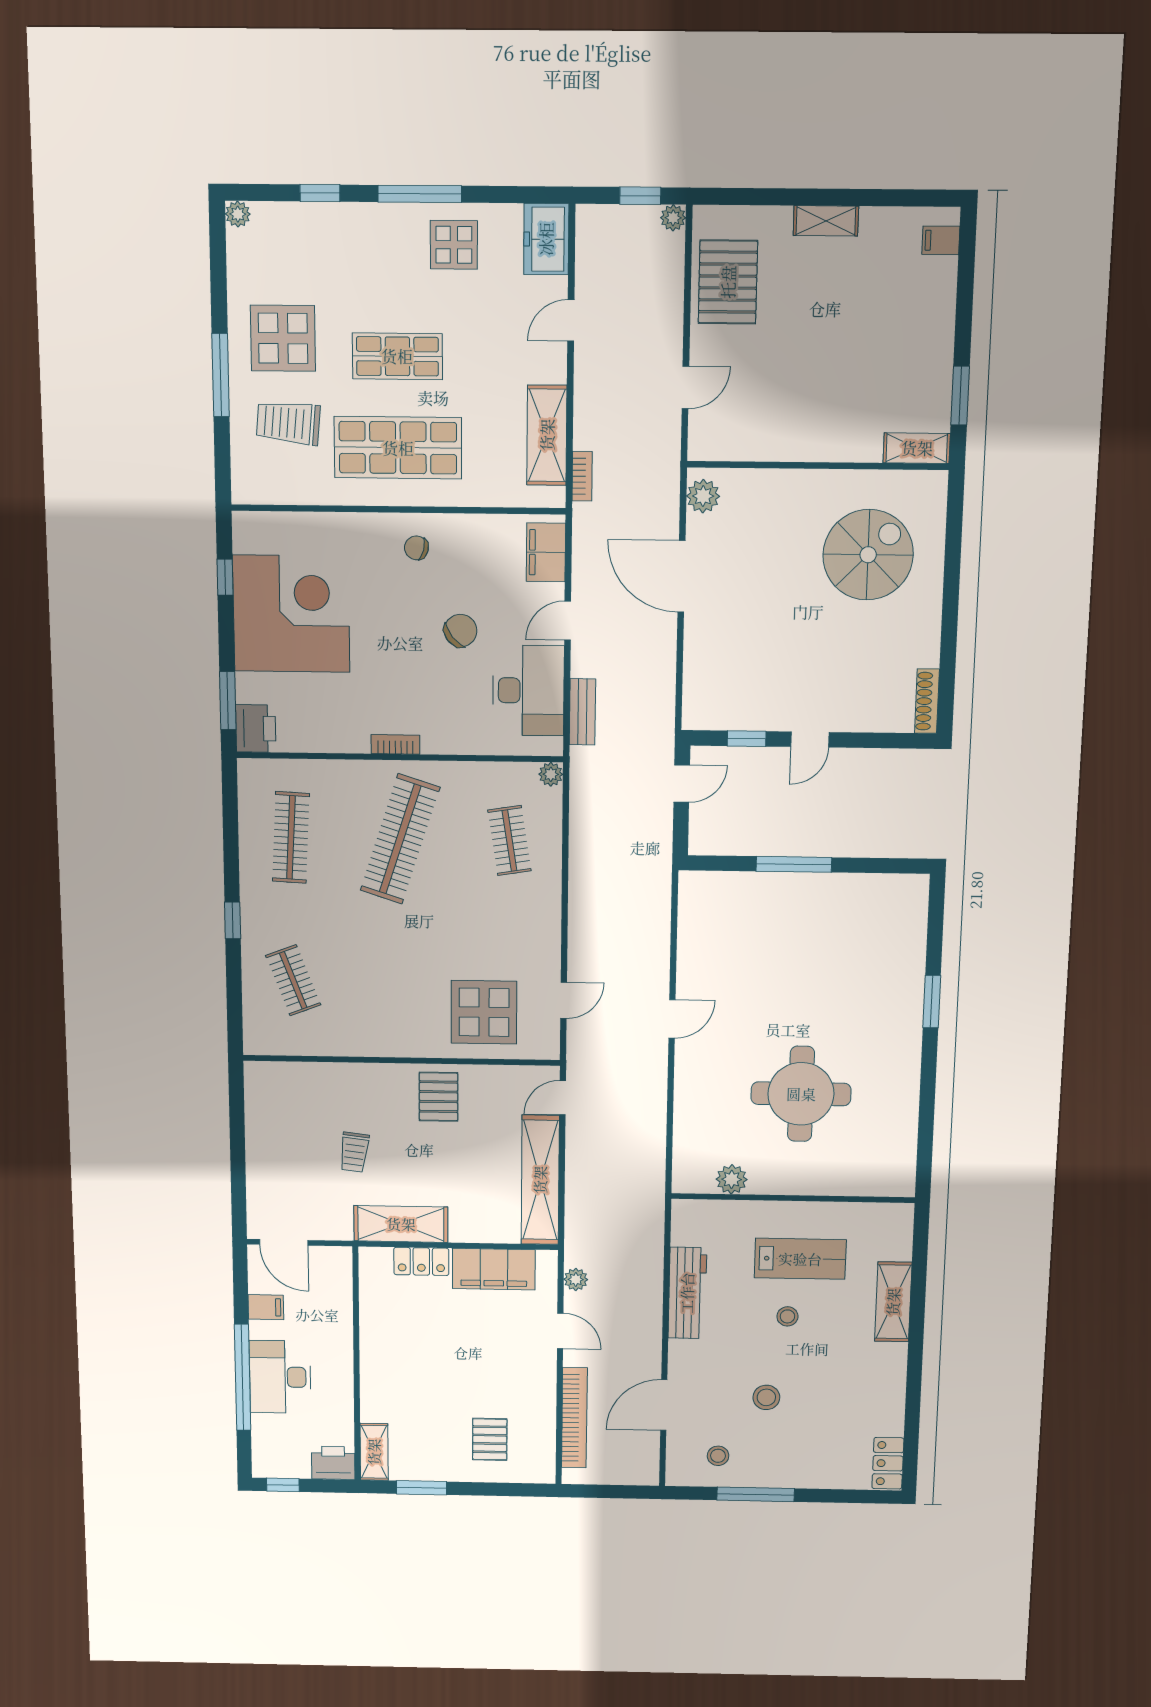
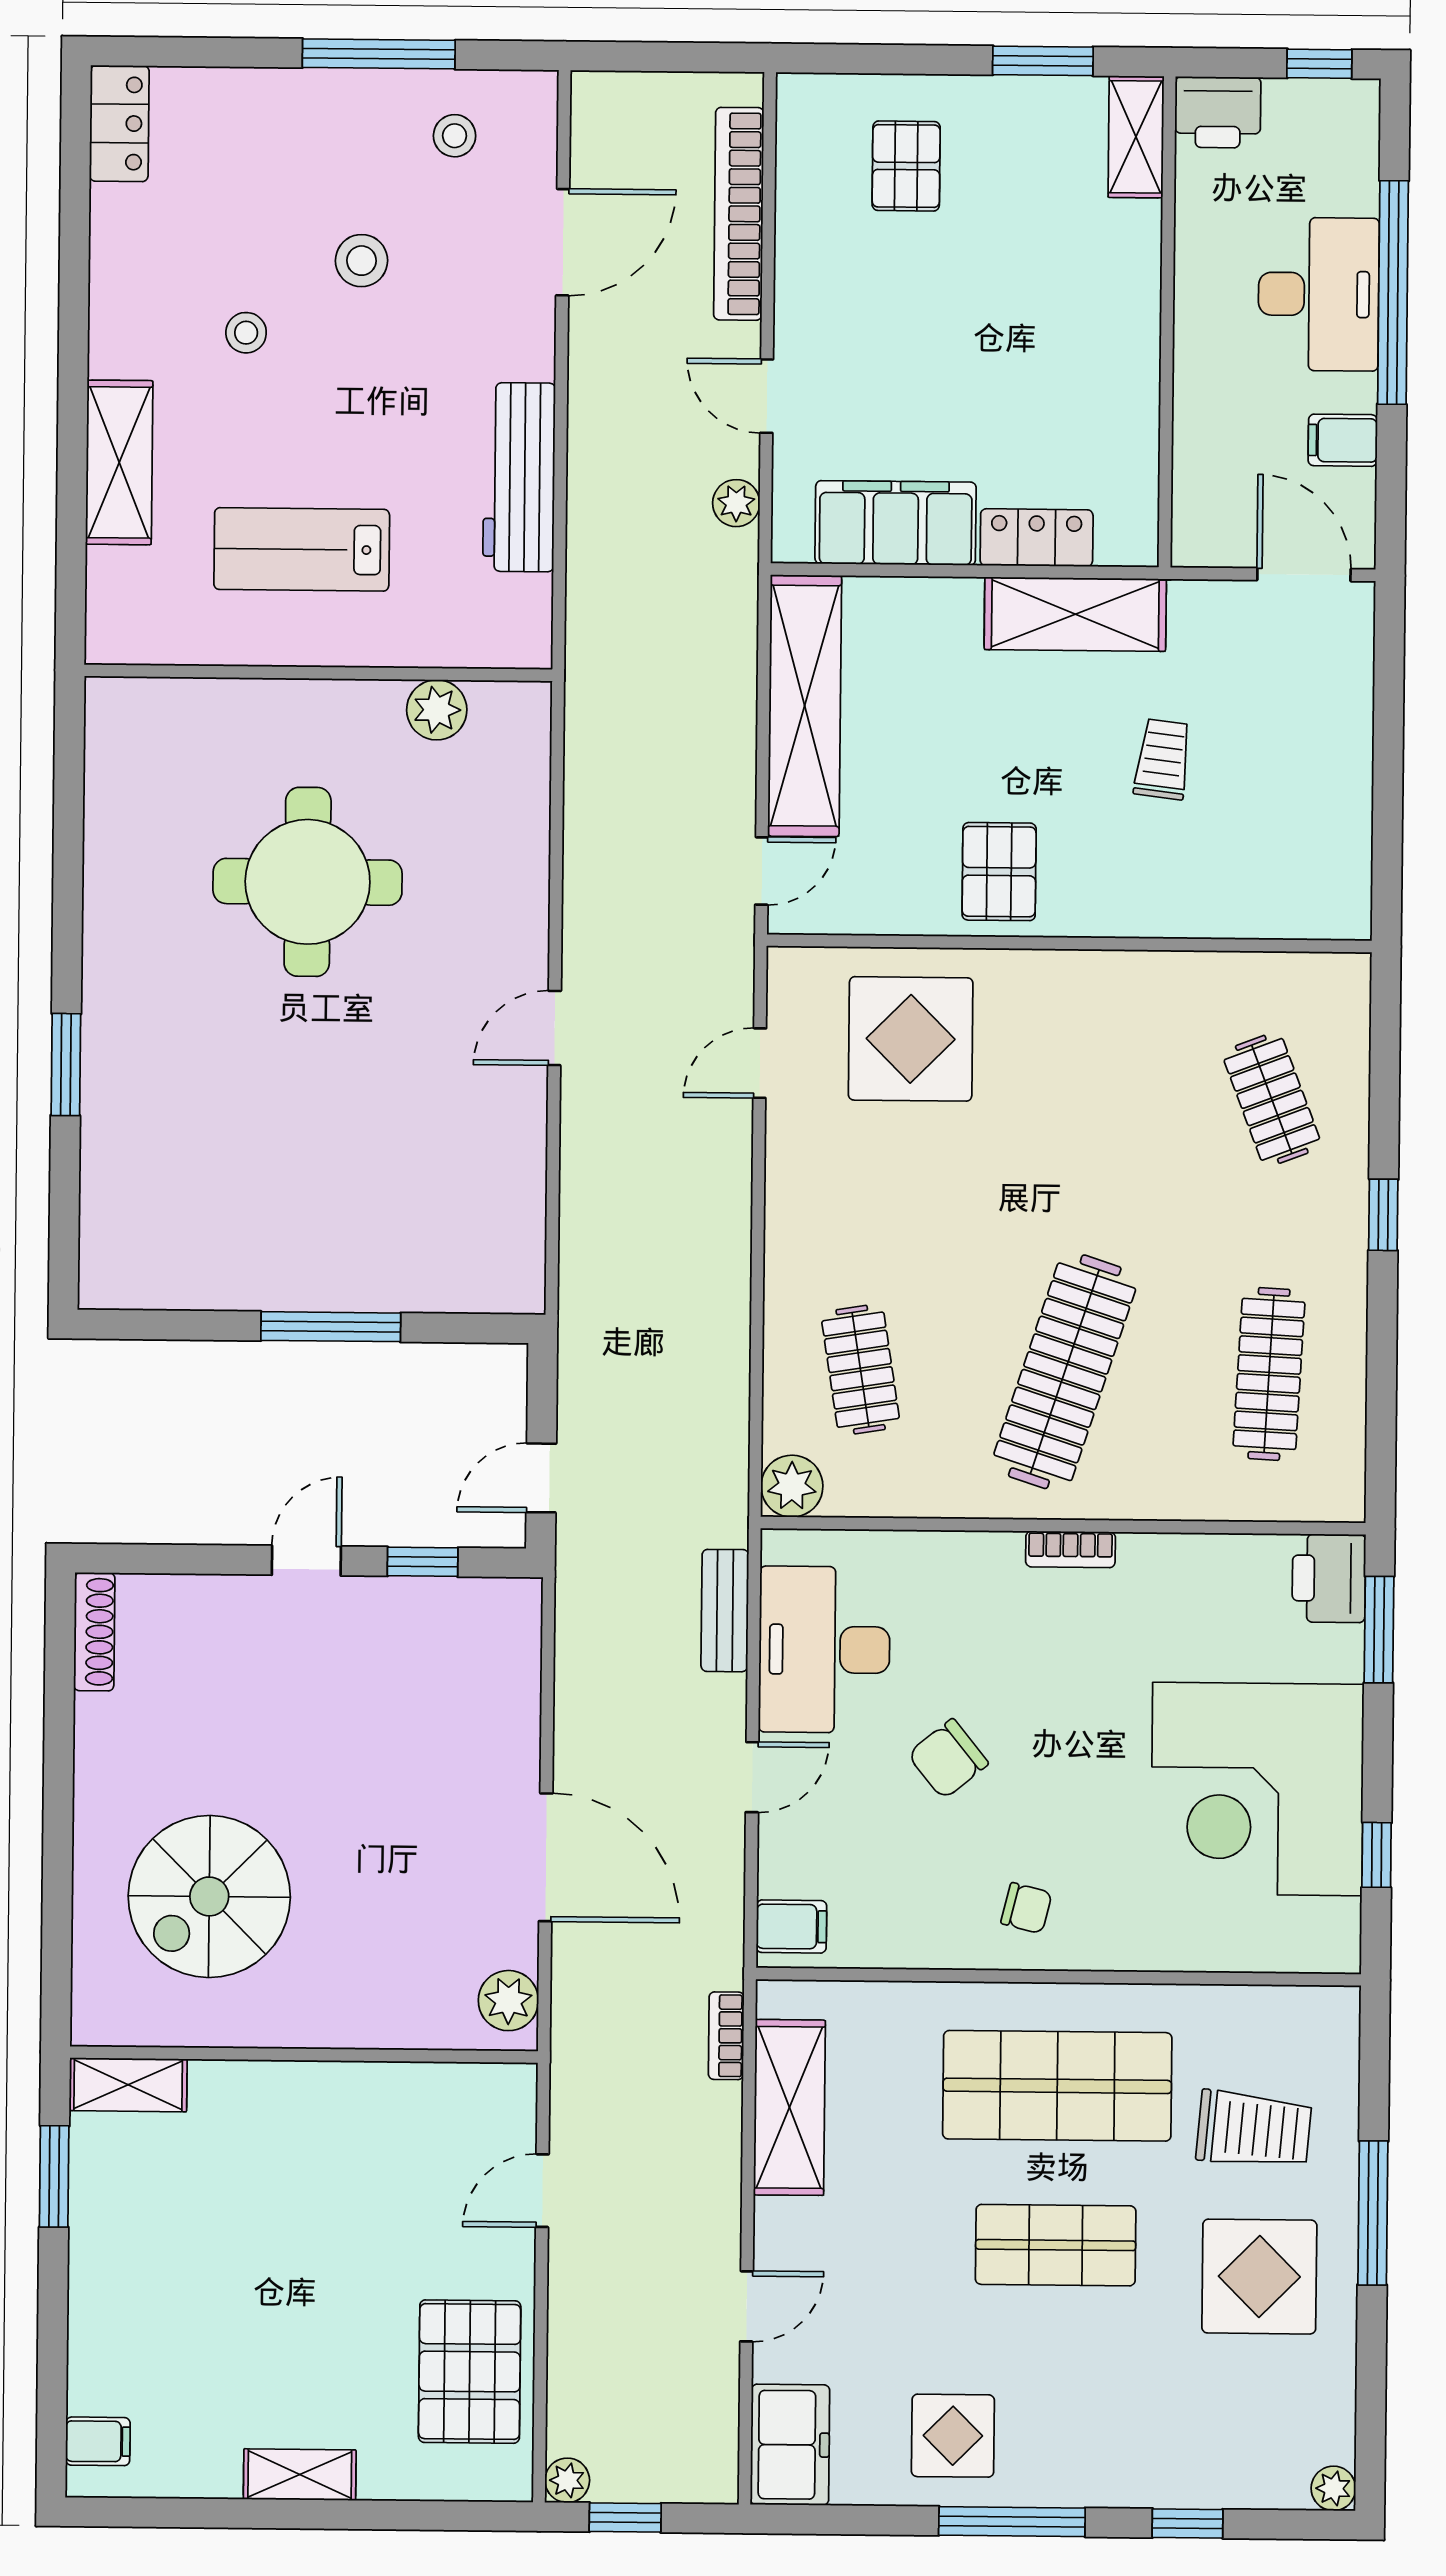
filing cabinet: (546, 552) -> (791, 1926), width x0.50
plant: (551, 774) -> (792, 1486), width x1.38, depth x1.38
stool: (787, 1316) -> (246, 333), moved

